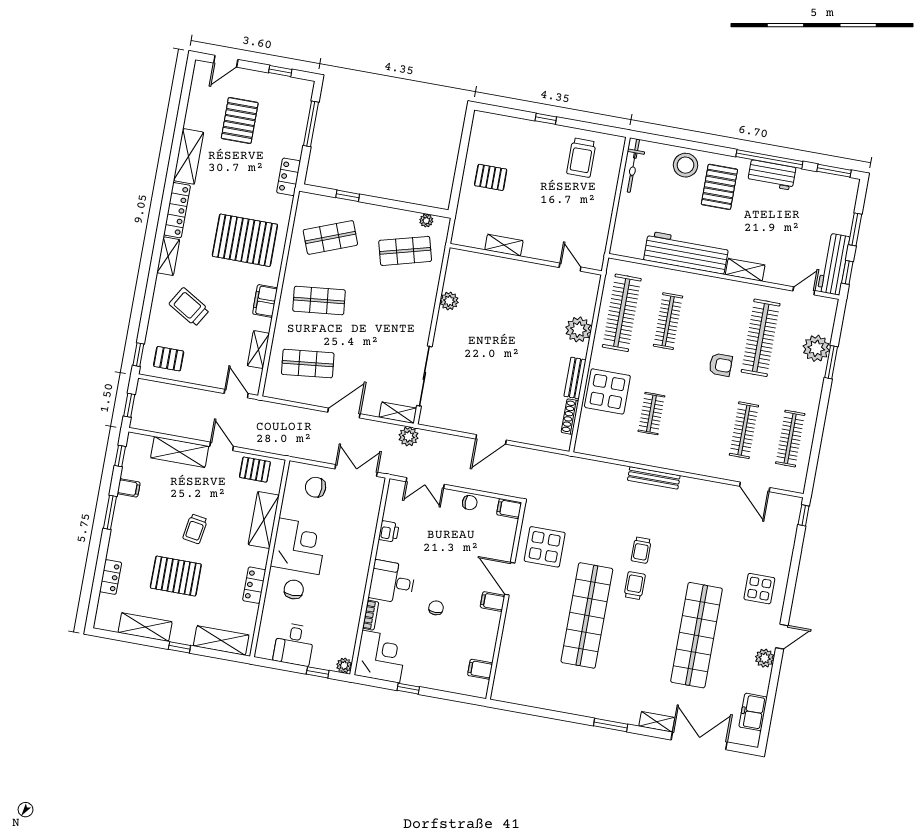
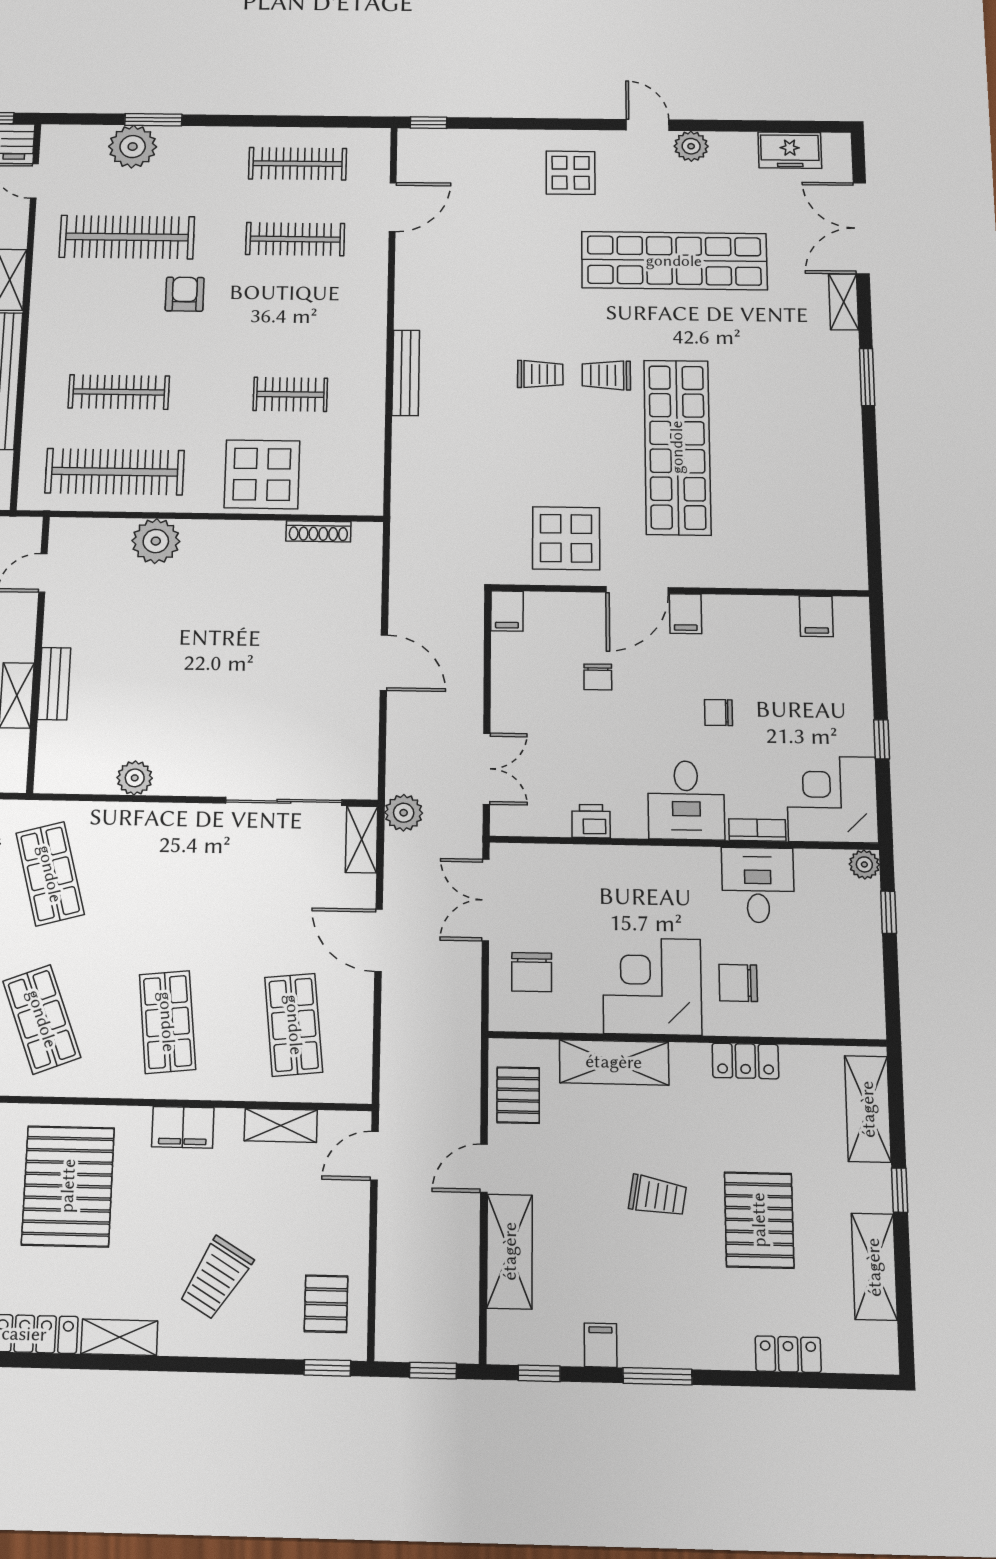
bench: (575, 378) -> (54, 684), moved, turned 90
chair: (470, 503) -> (598, 677), moved, turned 180
shop shelf: (587, 615) -> (677, 447), turned 90
desk: (294, 644) -> (758, 885), moved, turned -90

